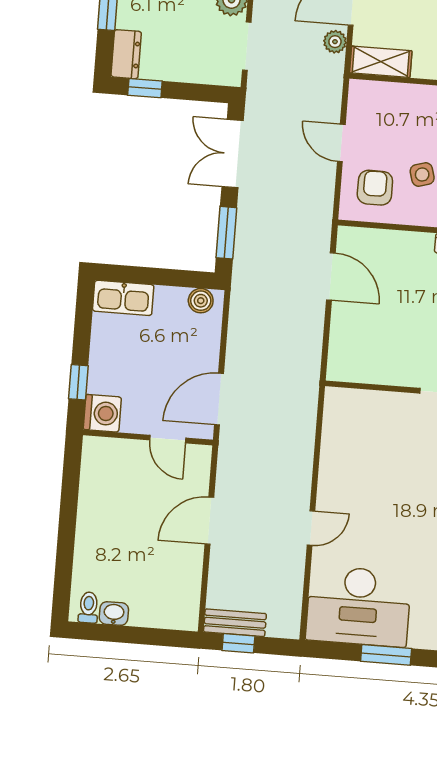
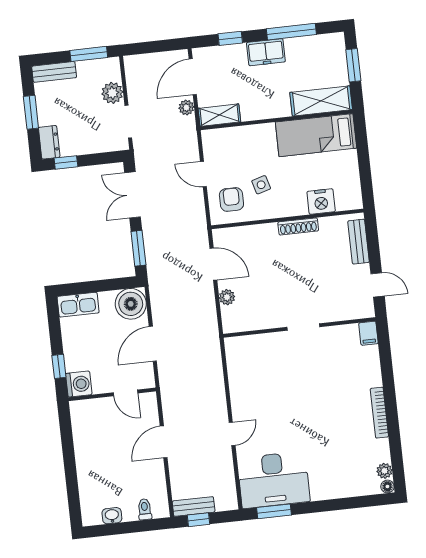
boiler: (201, 301) -> (131, 304), width x1.86, depth x1.86
plant: (341, 328) -> (227, 297), added
door: (219, 399) -> (153, 344), moved
toilet: (88, 607) -> (145, 509), moved
window: (386, 655) -> (274, 511), moved

